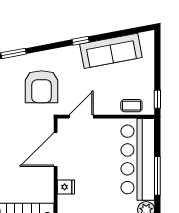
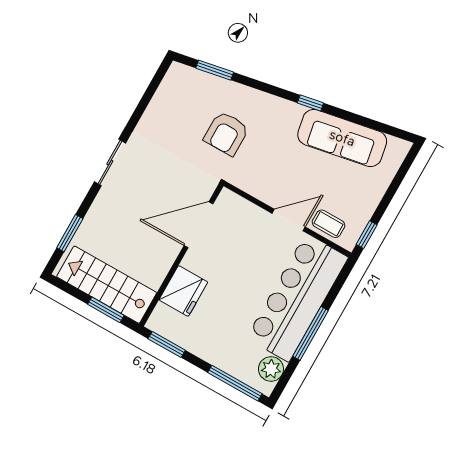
armchair: (42, 87) -> (226, 133), width x0.73, depth x0.73
door: (81, 117) -> (289, 220), moved
fridge: (66, 187) -> (183, 291), width x1.88, depth x1.34

